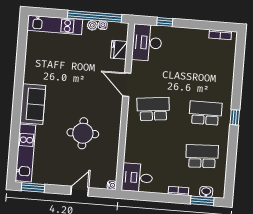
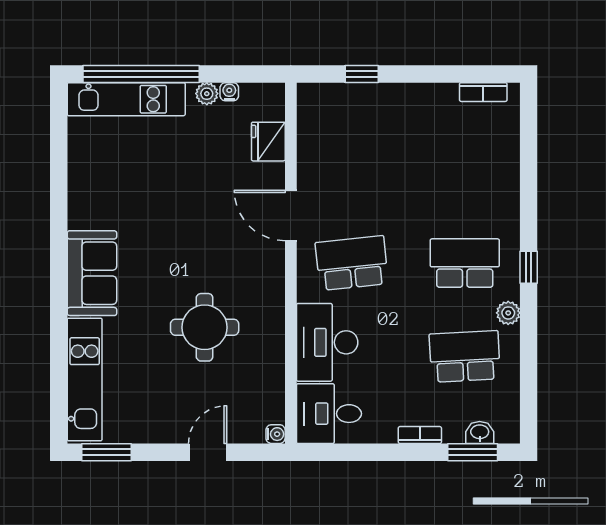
window: (95, 16) -> (141, 74), moved
desk: (147, 43) -> (327, 342), moved
plant: (224, 138) -> (508, 313), added

